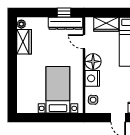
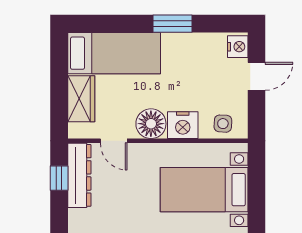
door: (84, 42) -> (114, 141), hinge flipped

